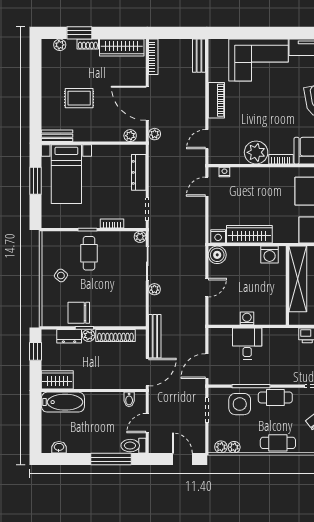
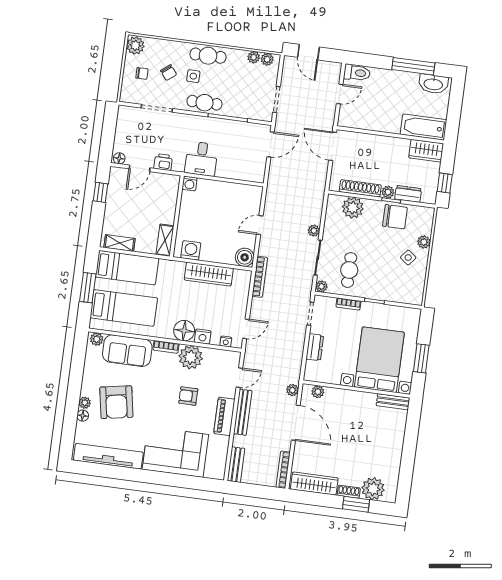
plant: (60, 45) -> (373, 489), width x1.88, depth x1.88
rug: (79, 98) -> (365, 437), removed
armchair: (253, 115) -> (188, 396), added
dresser: (139, 172) -> (315, 347), width x0.70
bed with nightstands: (66, 174) -> (379, 360), width x1.36
floor lamp: (266, 177) -> (184, 331), added
nightstand: (218, 236) -> (203, 337), moved, turned 180
bookcase: (200, 238) -> (260, 277), added
cafe table: (89, 253) -> (349, 270), moved
shelving: (298, 279) -> (165, 240), width x0.45, depth x0.75
plant: (48, 292) -> (424, 242), added
plant: (120, 316) -> (353, 208), added
washing machine: (247, 318) -> (190, 183), moved
bench: (155, 336) -> (243, 412), moved
desk: (247, 344) -> (201, 159), moved
door: (147, 372) -> (333, 146), hinge flipped
bidet: (129, 399) -> (355, 121), removed
side table: (240, 404) -> (193, 76), moved, width x0.54, depth x0.54
washbasin: (59, 447) -> (433, 84), width x1.91, depth x1.45
window: (111, 459) -> (413, 66), moved

